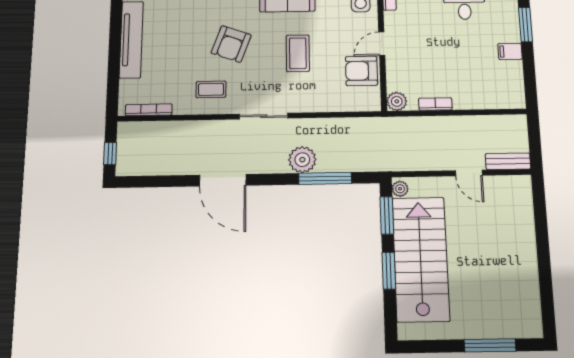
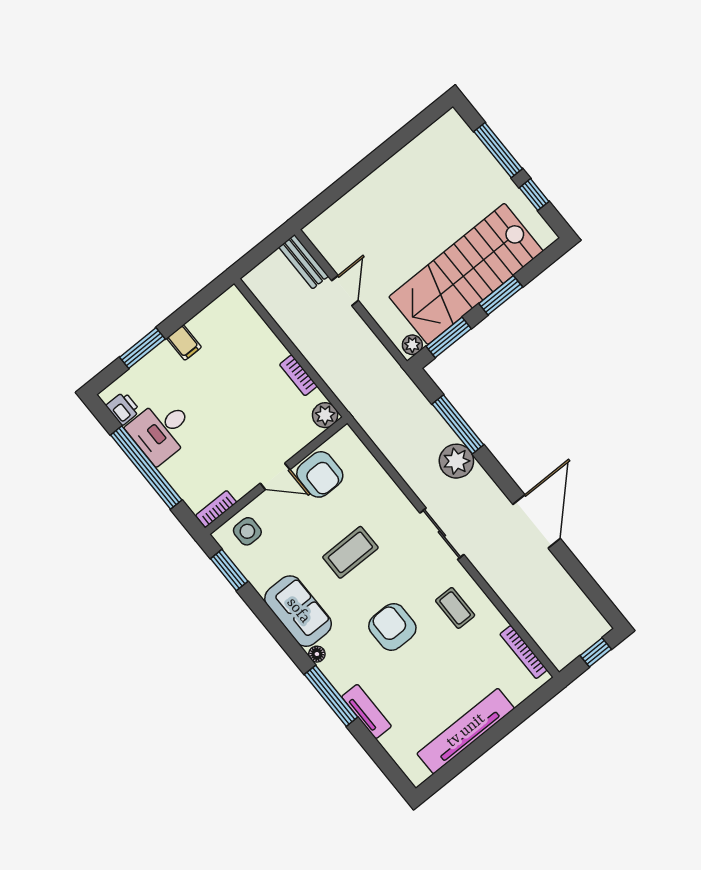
armchair: (231, 44) -> (392, 627), turned -110
window: (441, 346) -> (534, 195), added

